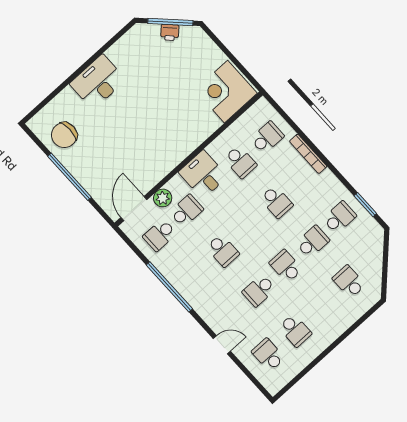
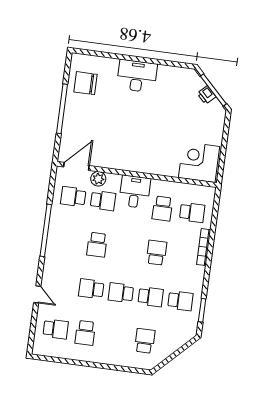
school desk: (277, 202) -> (157, 253), turned 180
school desk: (286, 266) -> (121, 293), turned -90
school desk: (268, 355) -> (56, 329), turned 90

